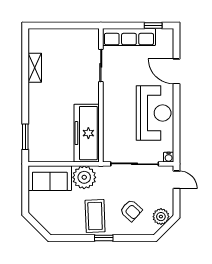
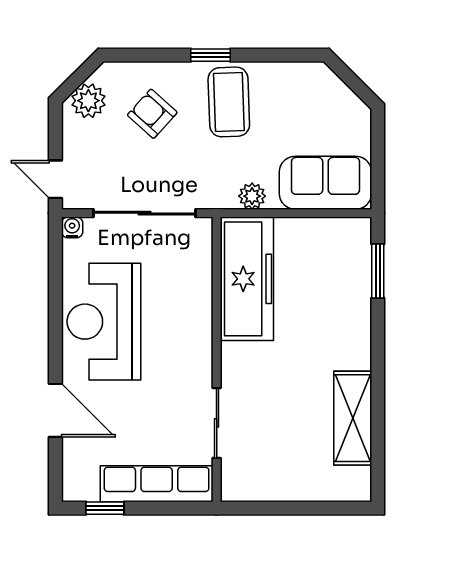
shelving: (35, 68) -> (353, 418), width x1.50, depth x1.33
plant: (84, 177) -> (252, 196), width x0.53, depth x0.53

